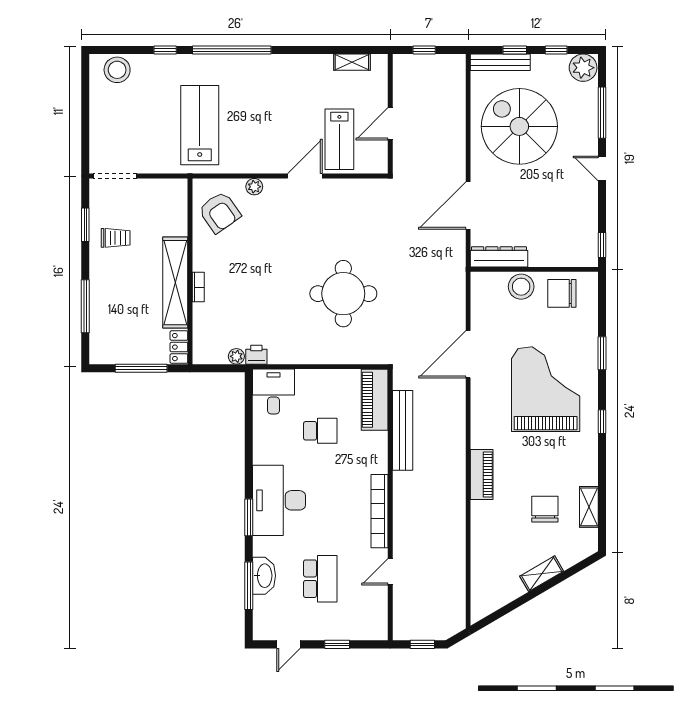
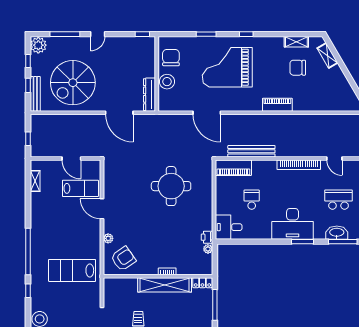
chair: (562, 293) -> (171, 58), turned 180
shelving: (542, 574) -> (327, 56), moved

